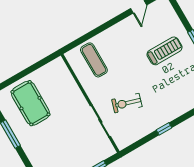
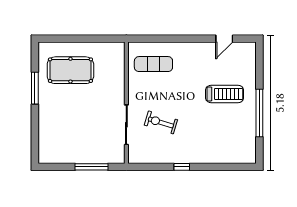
exercise mat: (94, 60) -> (153, 64), turned 90
pool table: (30, 103) -> (70, 70), turned 90

